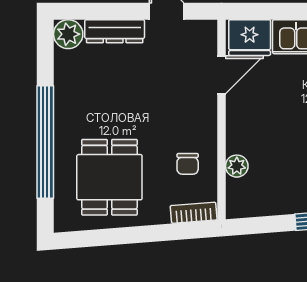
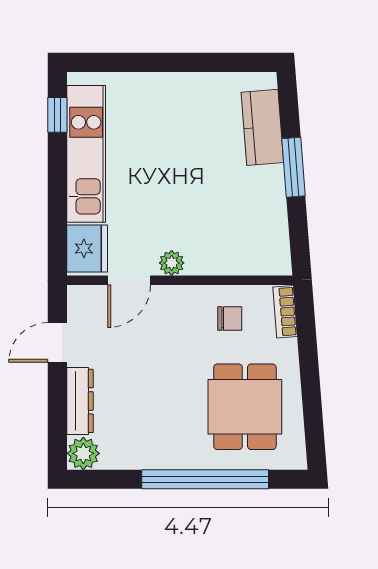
door: (221, 75) -> (129, 280), swing flipped
plant: (237, 166) -> (172, 263), moved
dining table: (109, 177) -> (245, 407), turned 90

